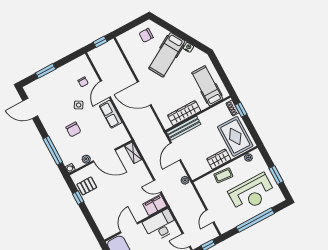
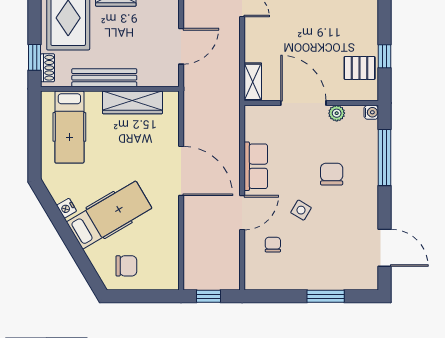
bench: (184, 128) -> (104, 78), moved

